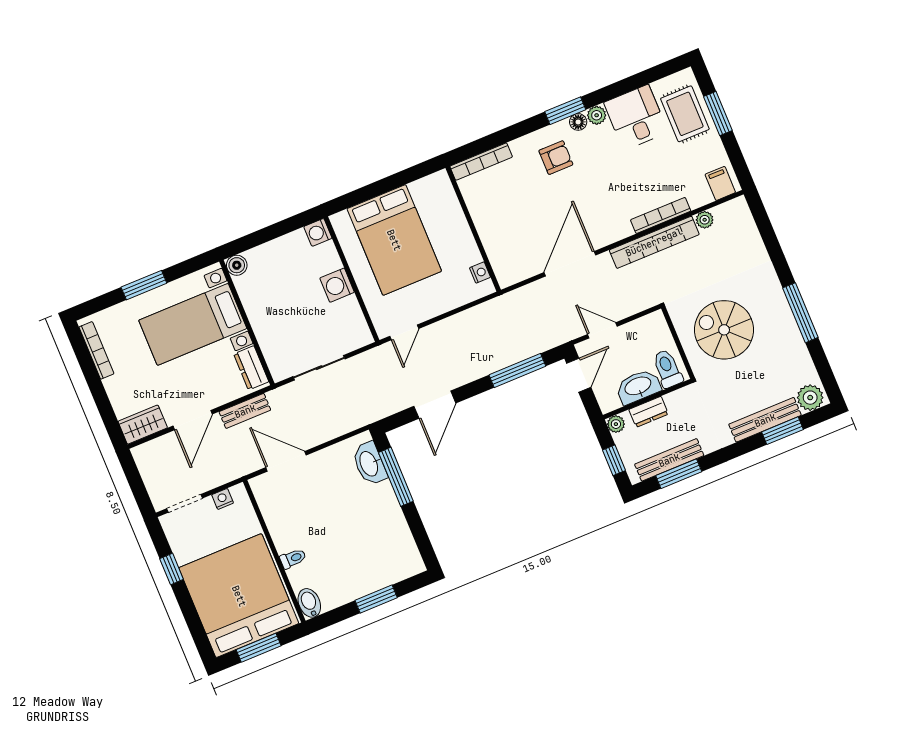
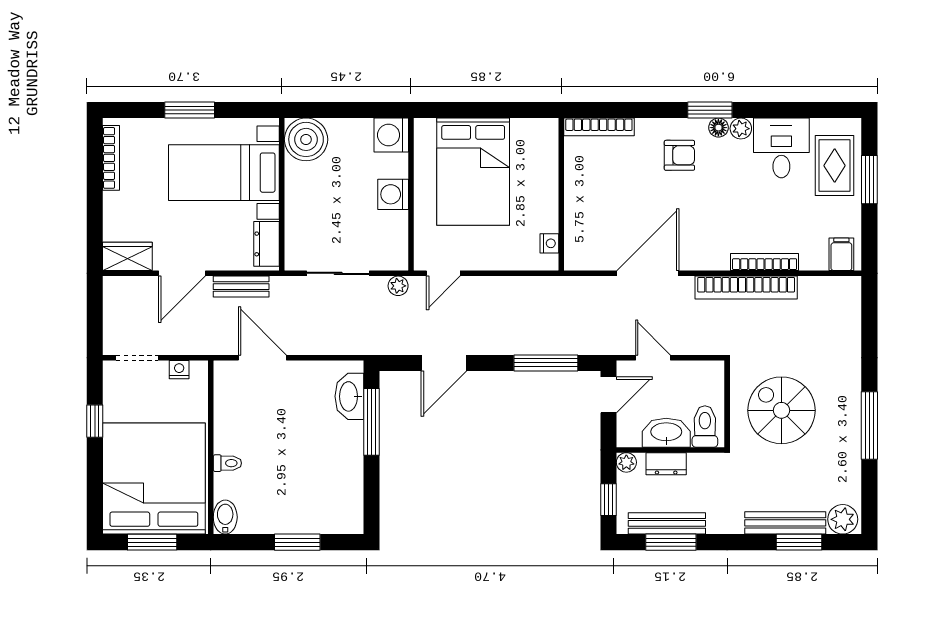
plant: (705, 220) -> (398, 286), moved
washing machine: (318, 232) -> (391, 135), width x1.38, depth x1.38
boiler: (237, 265) -> (306, 139), width x1.86, depth x1.86

